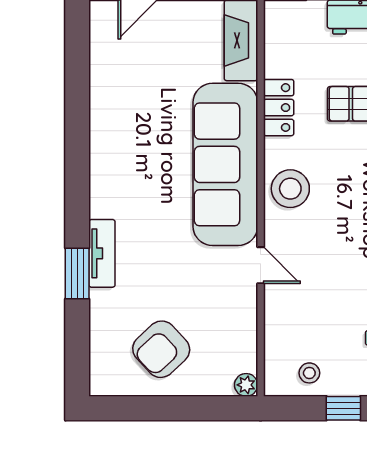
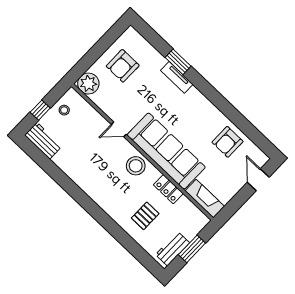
armchair: (125, 87) -> (227, 142), added
armchair: (161, 349) -> (123, 66), turned -137
plant: (246, 385) -> (88, 84), width x1.88, depth x1.88

